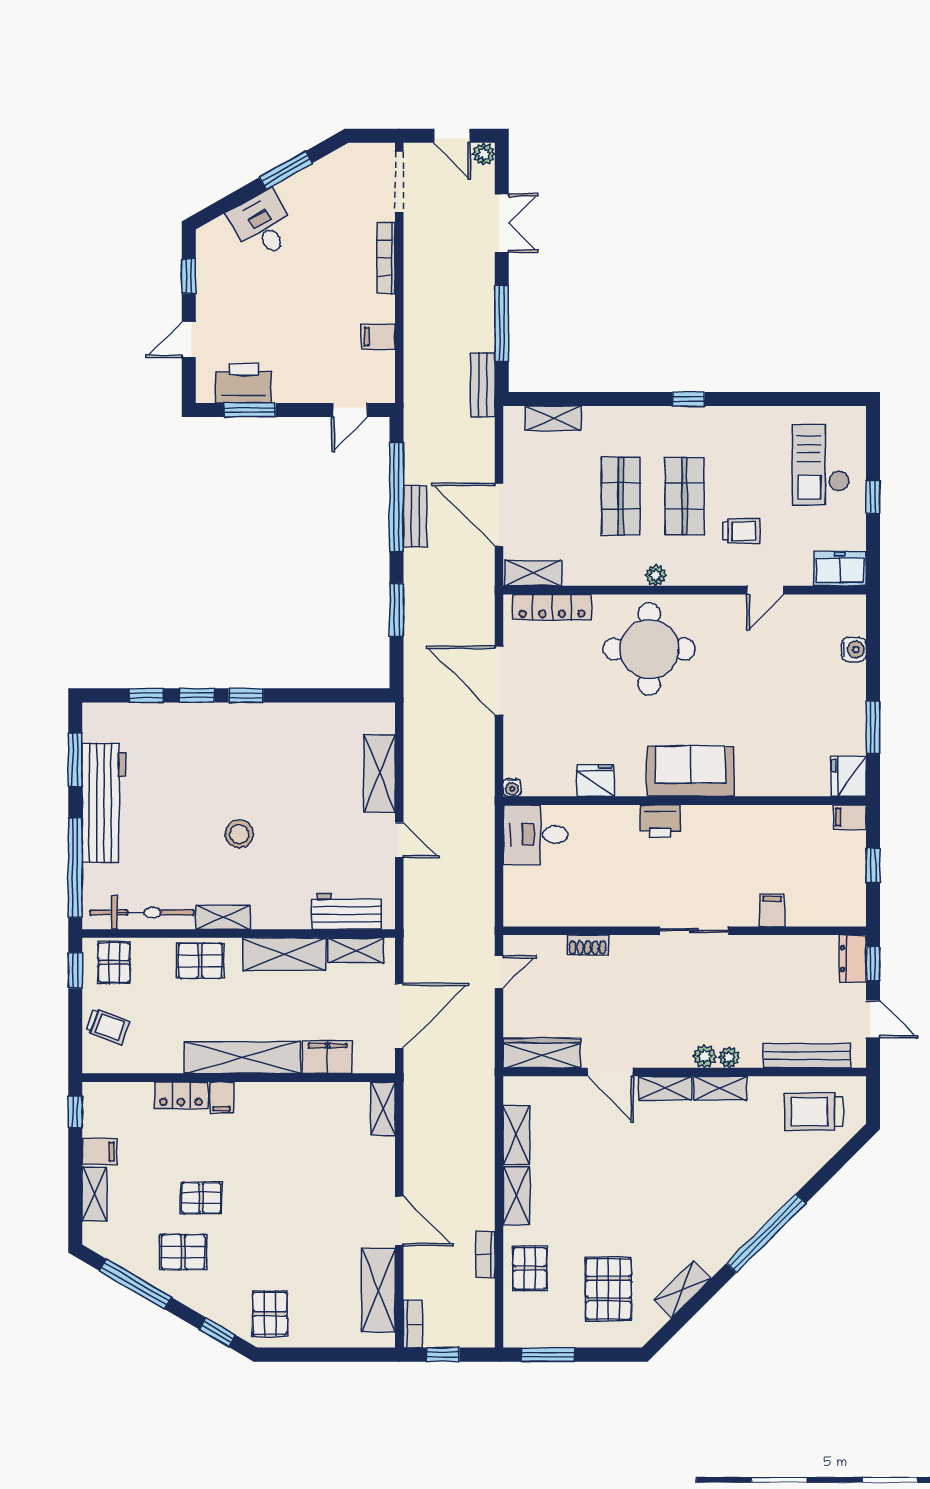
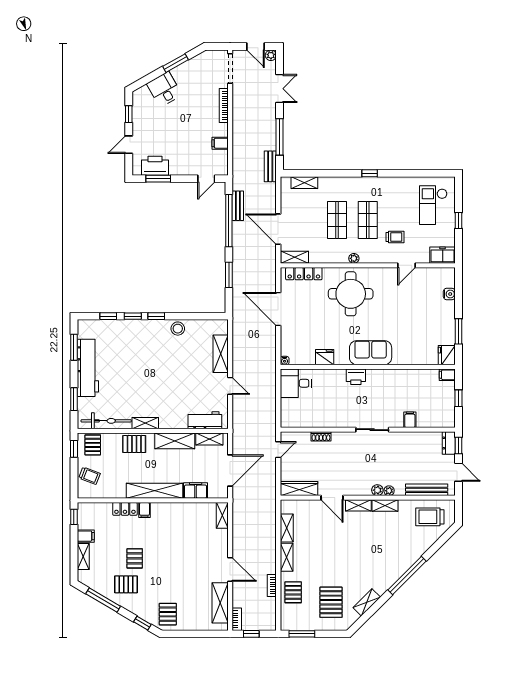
bench: (415, 516) -> (238, 206), moved
stool: (239, 834) -> (178, 329), moved
window: (75, 868) -> (74, 399), width x0.47
pallet: (201, 1198) -> (135, 558), turned 90

